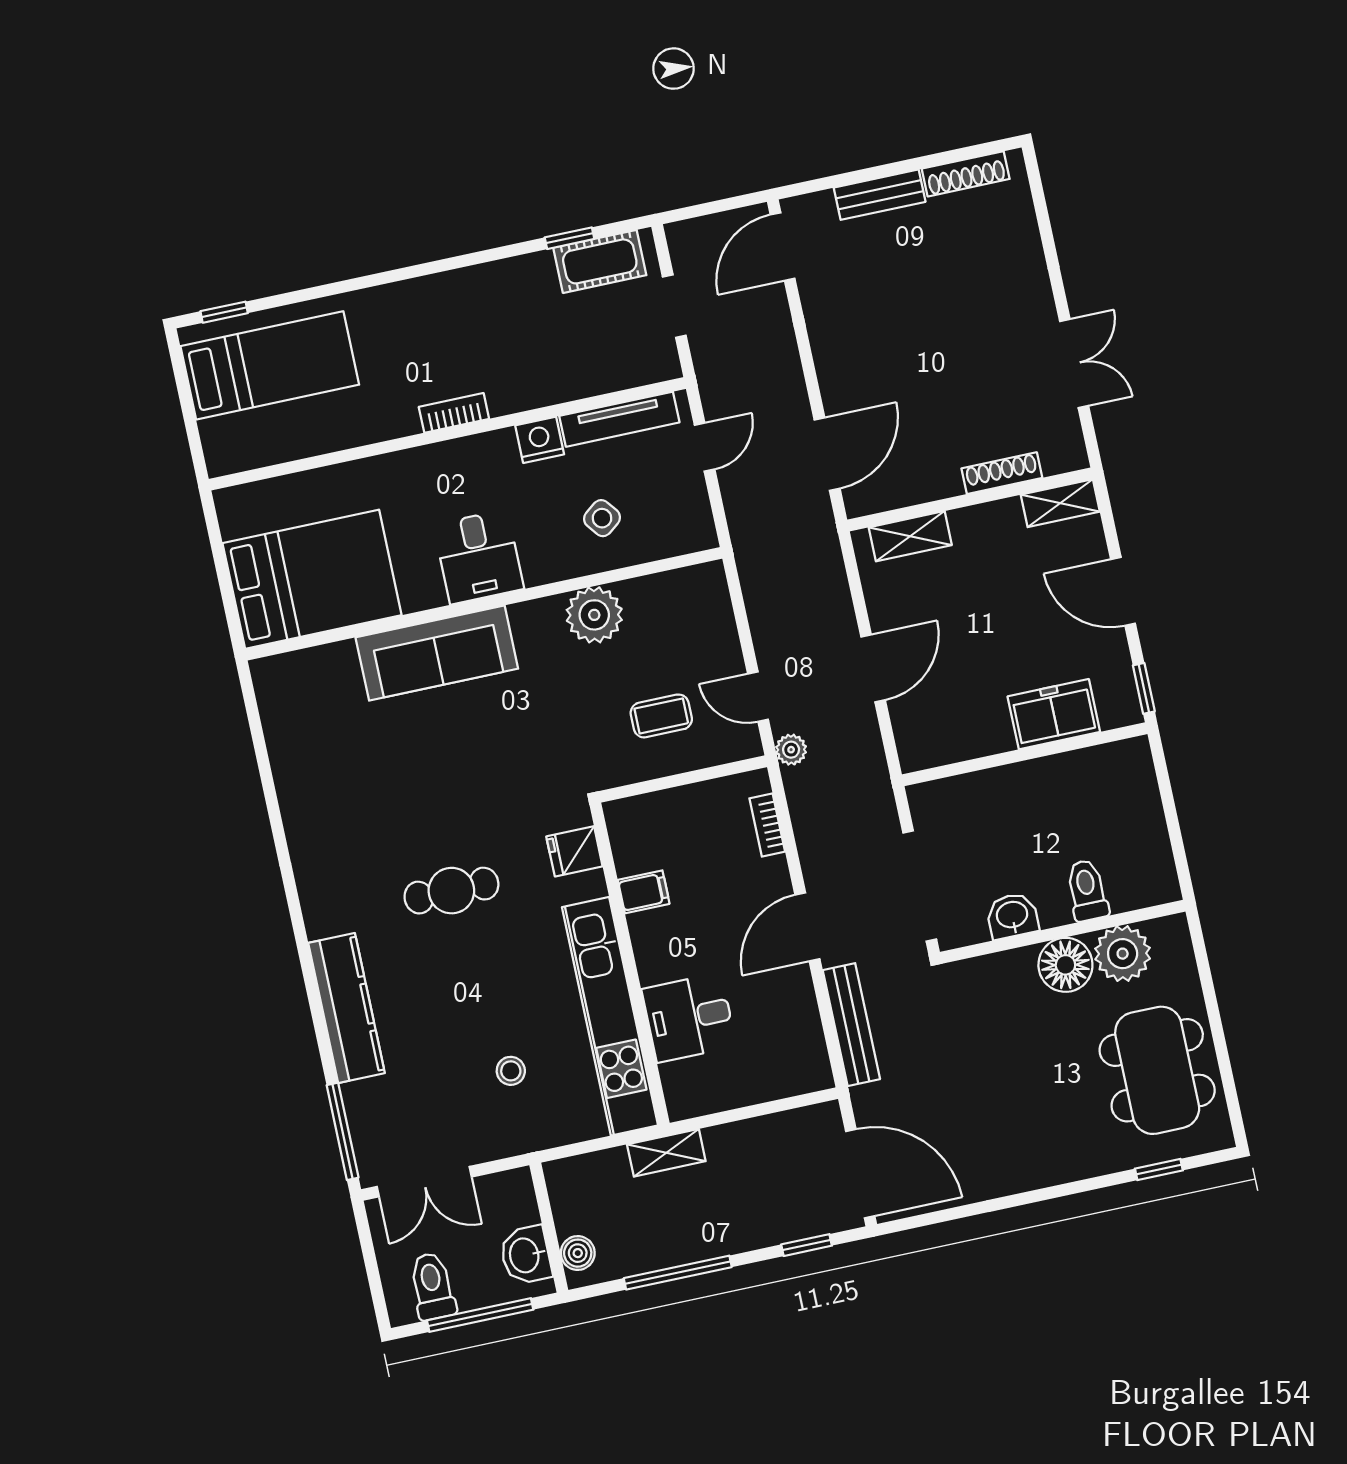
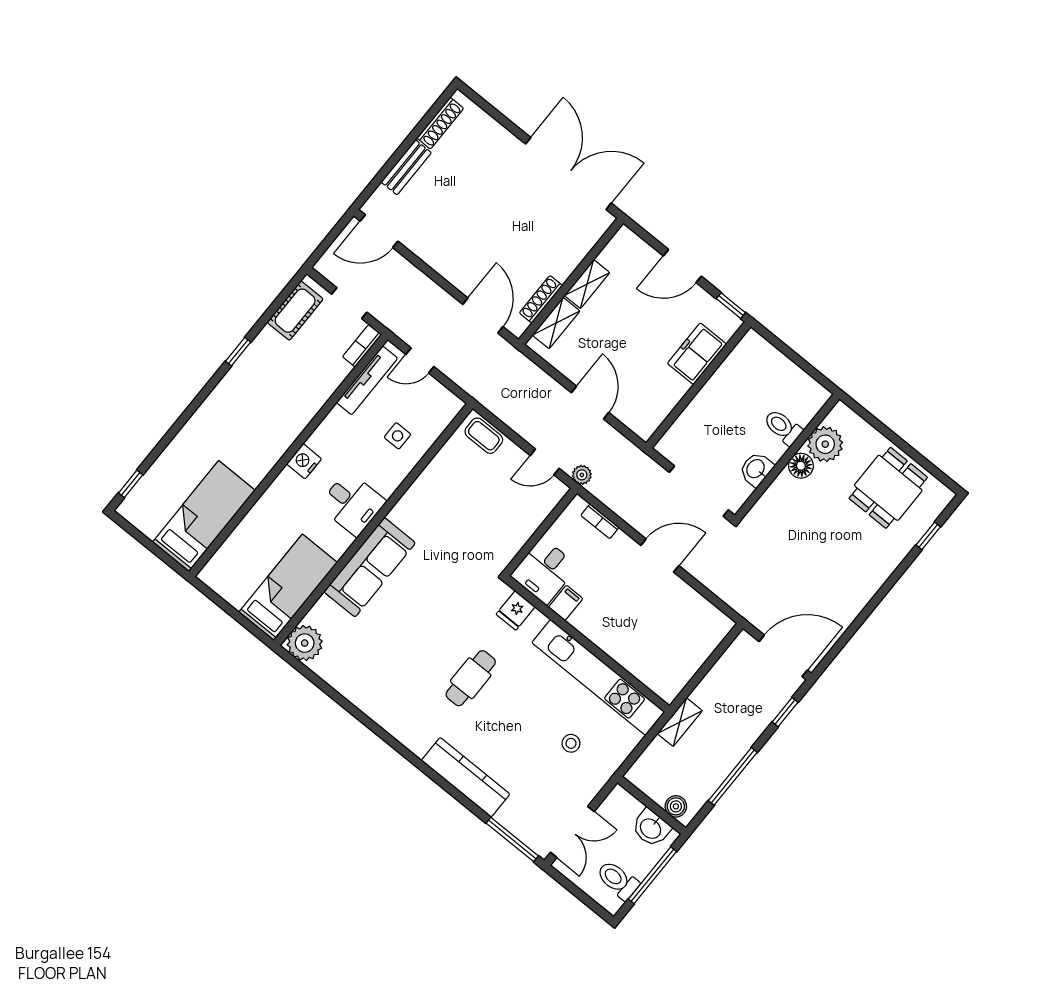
window: (569, 238) -> (238, 352), moved
door: (783, 247) -> (379, 231), hinge flipped
double door: (1074, 364) -> (568, 173), width x1.87
bed: (270, 365) -> (204, 516), moved
bookcase: (454, 413) -> (362, 346), moved
nightstand: (540, 440) -> (304, 461), moved
door: (705, 447) -> (420, 361), swing flipped
shoe rack: (1002, 473) -> (541, 299), moved
shelving: (1060, 503) -> (587, 284), moved
side table: (602, 518) -> (398, 436), turned 38
bed: (312, 579) -> (288, 587), width x0.67
plant: (594, 615) -> (305, 643), moved
coffee table: (661, 716) -> (484, 436), moved, turned 90
door: (807, 927) -> (660, 555), swing flipped
floor lamp: (1065, 965) -> (801, 466), width x0.73, depth x0.73
desk: (689, 1018) -> (544, 571), moved
bench: (851, 1025) -> (720, 586), removed
dining table: (1157, 1070) -> (888, 488), width x0.73

